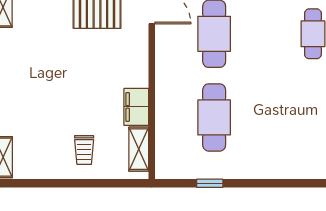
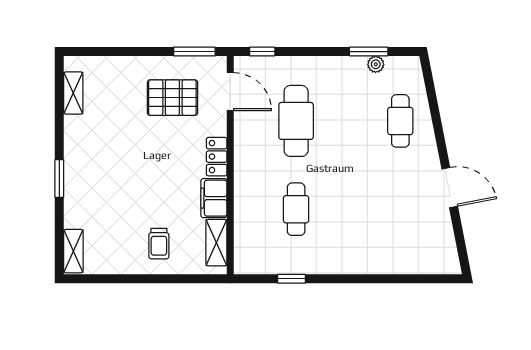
locker: (139, 68) -> (217, 157), added
cafe table: (214, 117) -> (296, 209), width x0.73, depth x0.74

